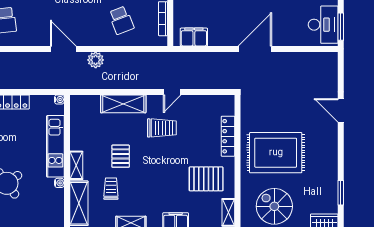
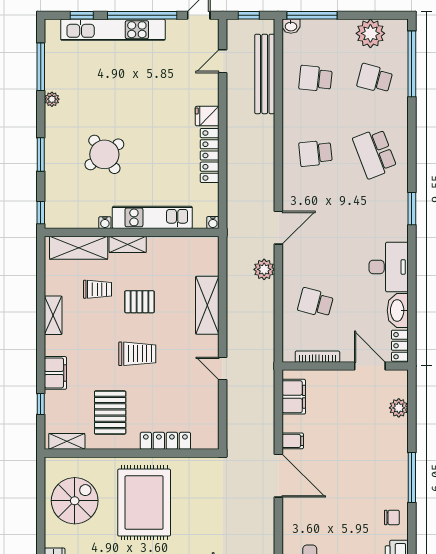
school desk: (121, 20) -> (316, 303), turned 36
filing cabinet: (228, 38) -> (293, 441), added
trolley: (162, 128) -> (137, 354), moved, turned -90

